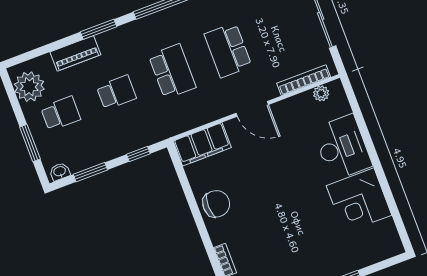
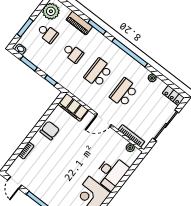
school desk: (172, 71) -> (98, 73), turned 180
door: (252, 109) -> (104, 120), hinge flipped
chair: (216, 204) -> (50, 130), turned -90

